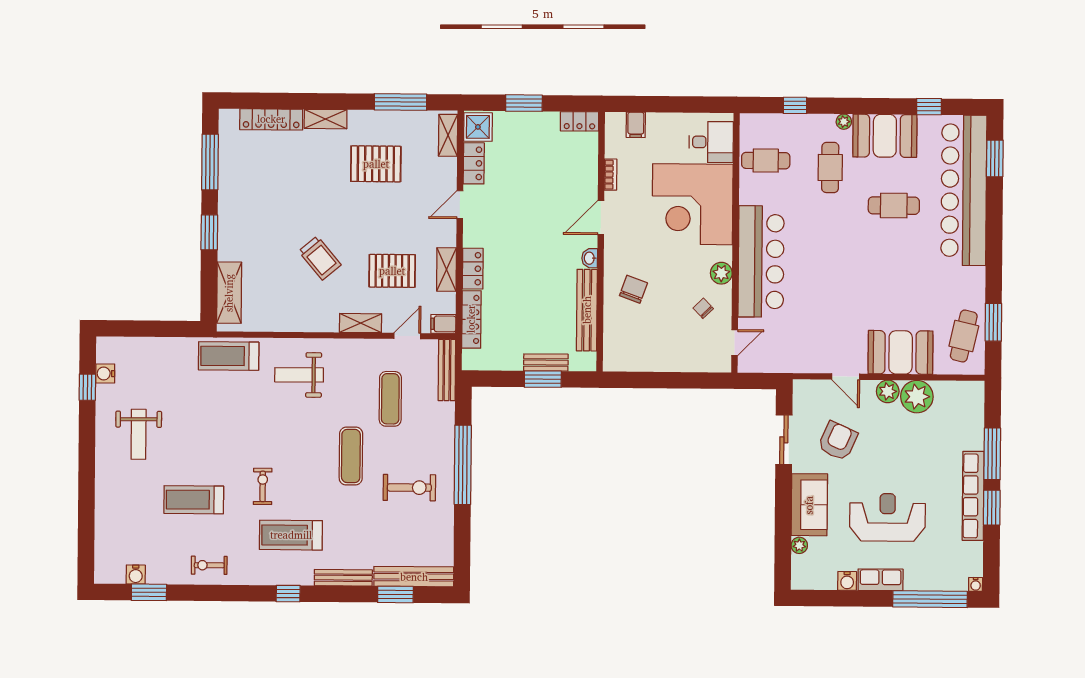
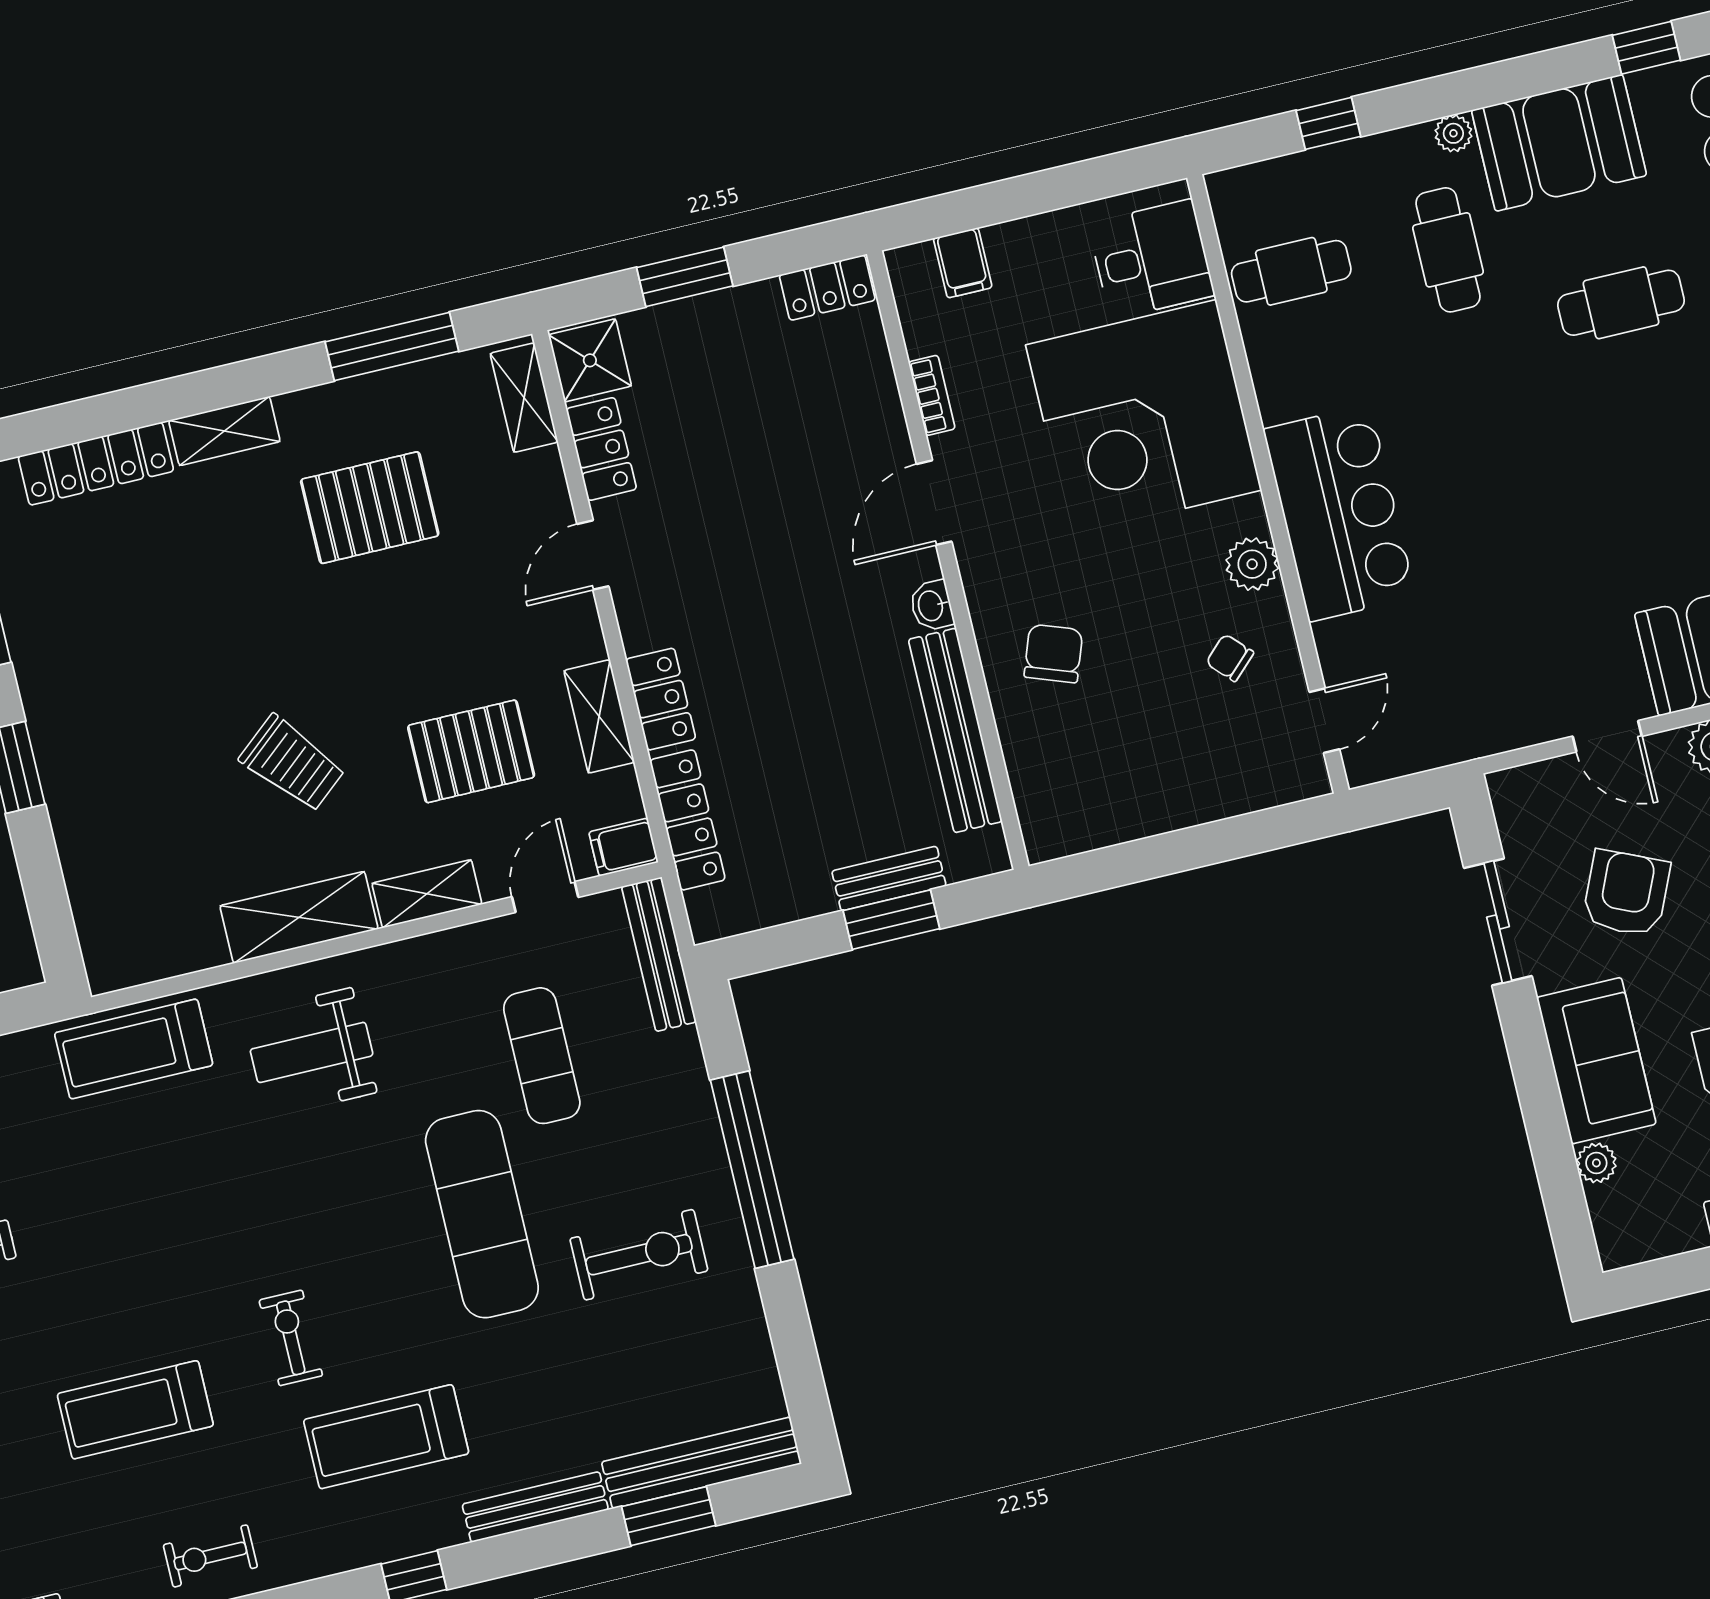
bar counter: (761, 261) -> (1339, 513), width x0.73
shelving: (229, 293) -> (299, 917), moved, turned 90
exercise mat: (351, 456) -> (482, 1214), width x1.36, depth x1.45

